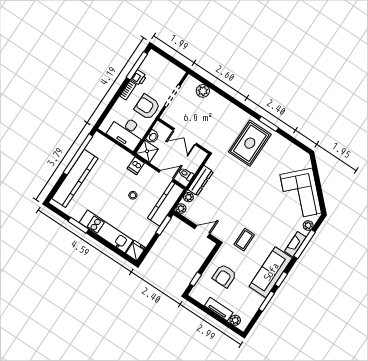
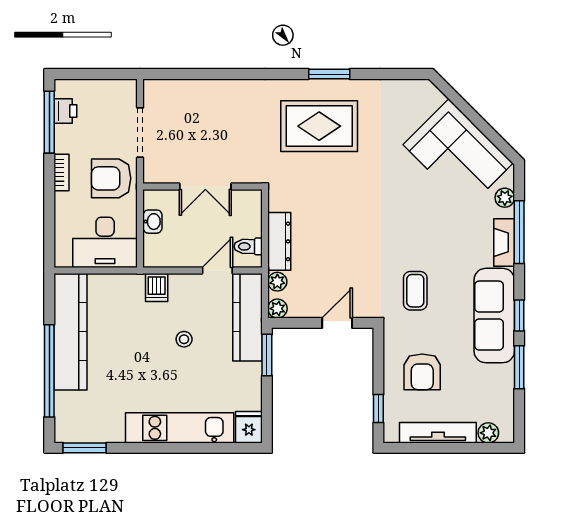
printer: (139, 78) -> (65, 111), moved
plant: (203, 91) -> (185, 92), removed
rug: (250, 143) -> (319, 126), turned 90
shower: (147, 151) -> (159, 251), removed
window: (78, 154) -> (49, 371), moved
kitchen counter: (75, 178) -> (70, 332), moved
window: (78, 225) -> (85, 448), moved
tv unit: (219, 309) -> (438, 433), width x1.41

